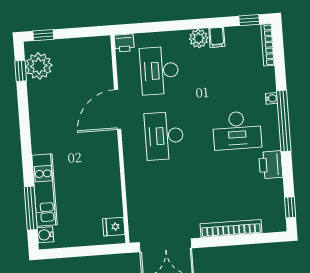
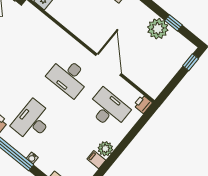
plant: (39, 66) -> (158, 29), moved
window: (21, 71) -> (174, 23), moved
desk: (164, 136) -> (69, 77), turned 180

